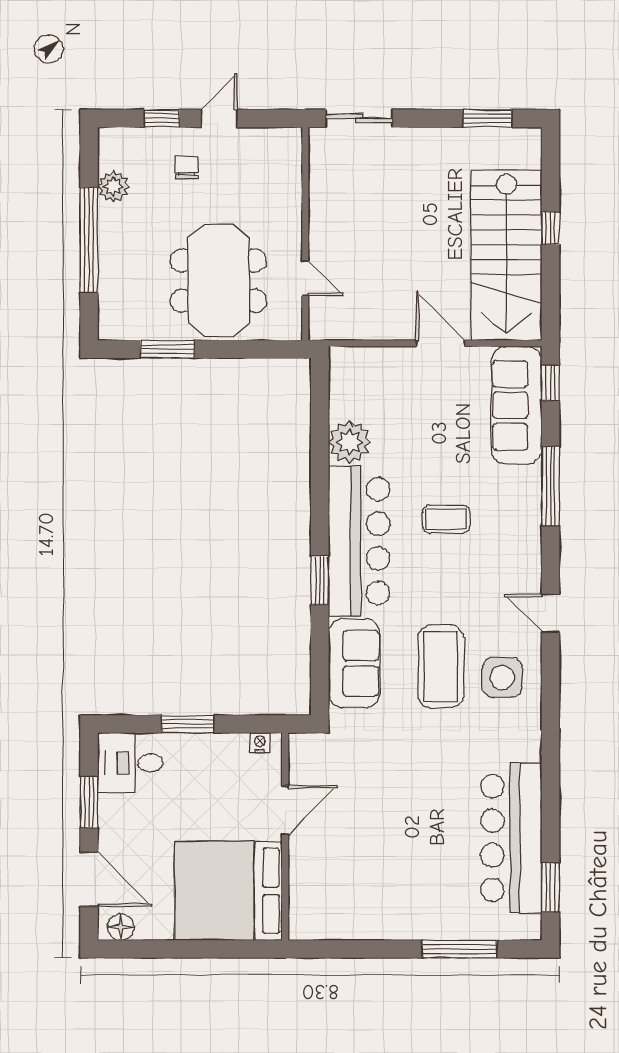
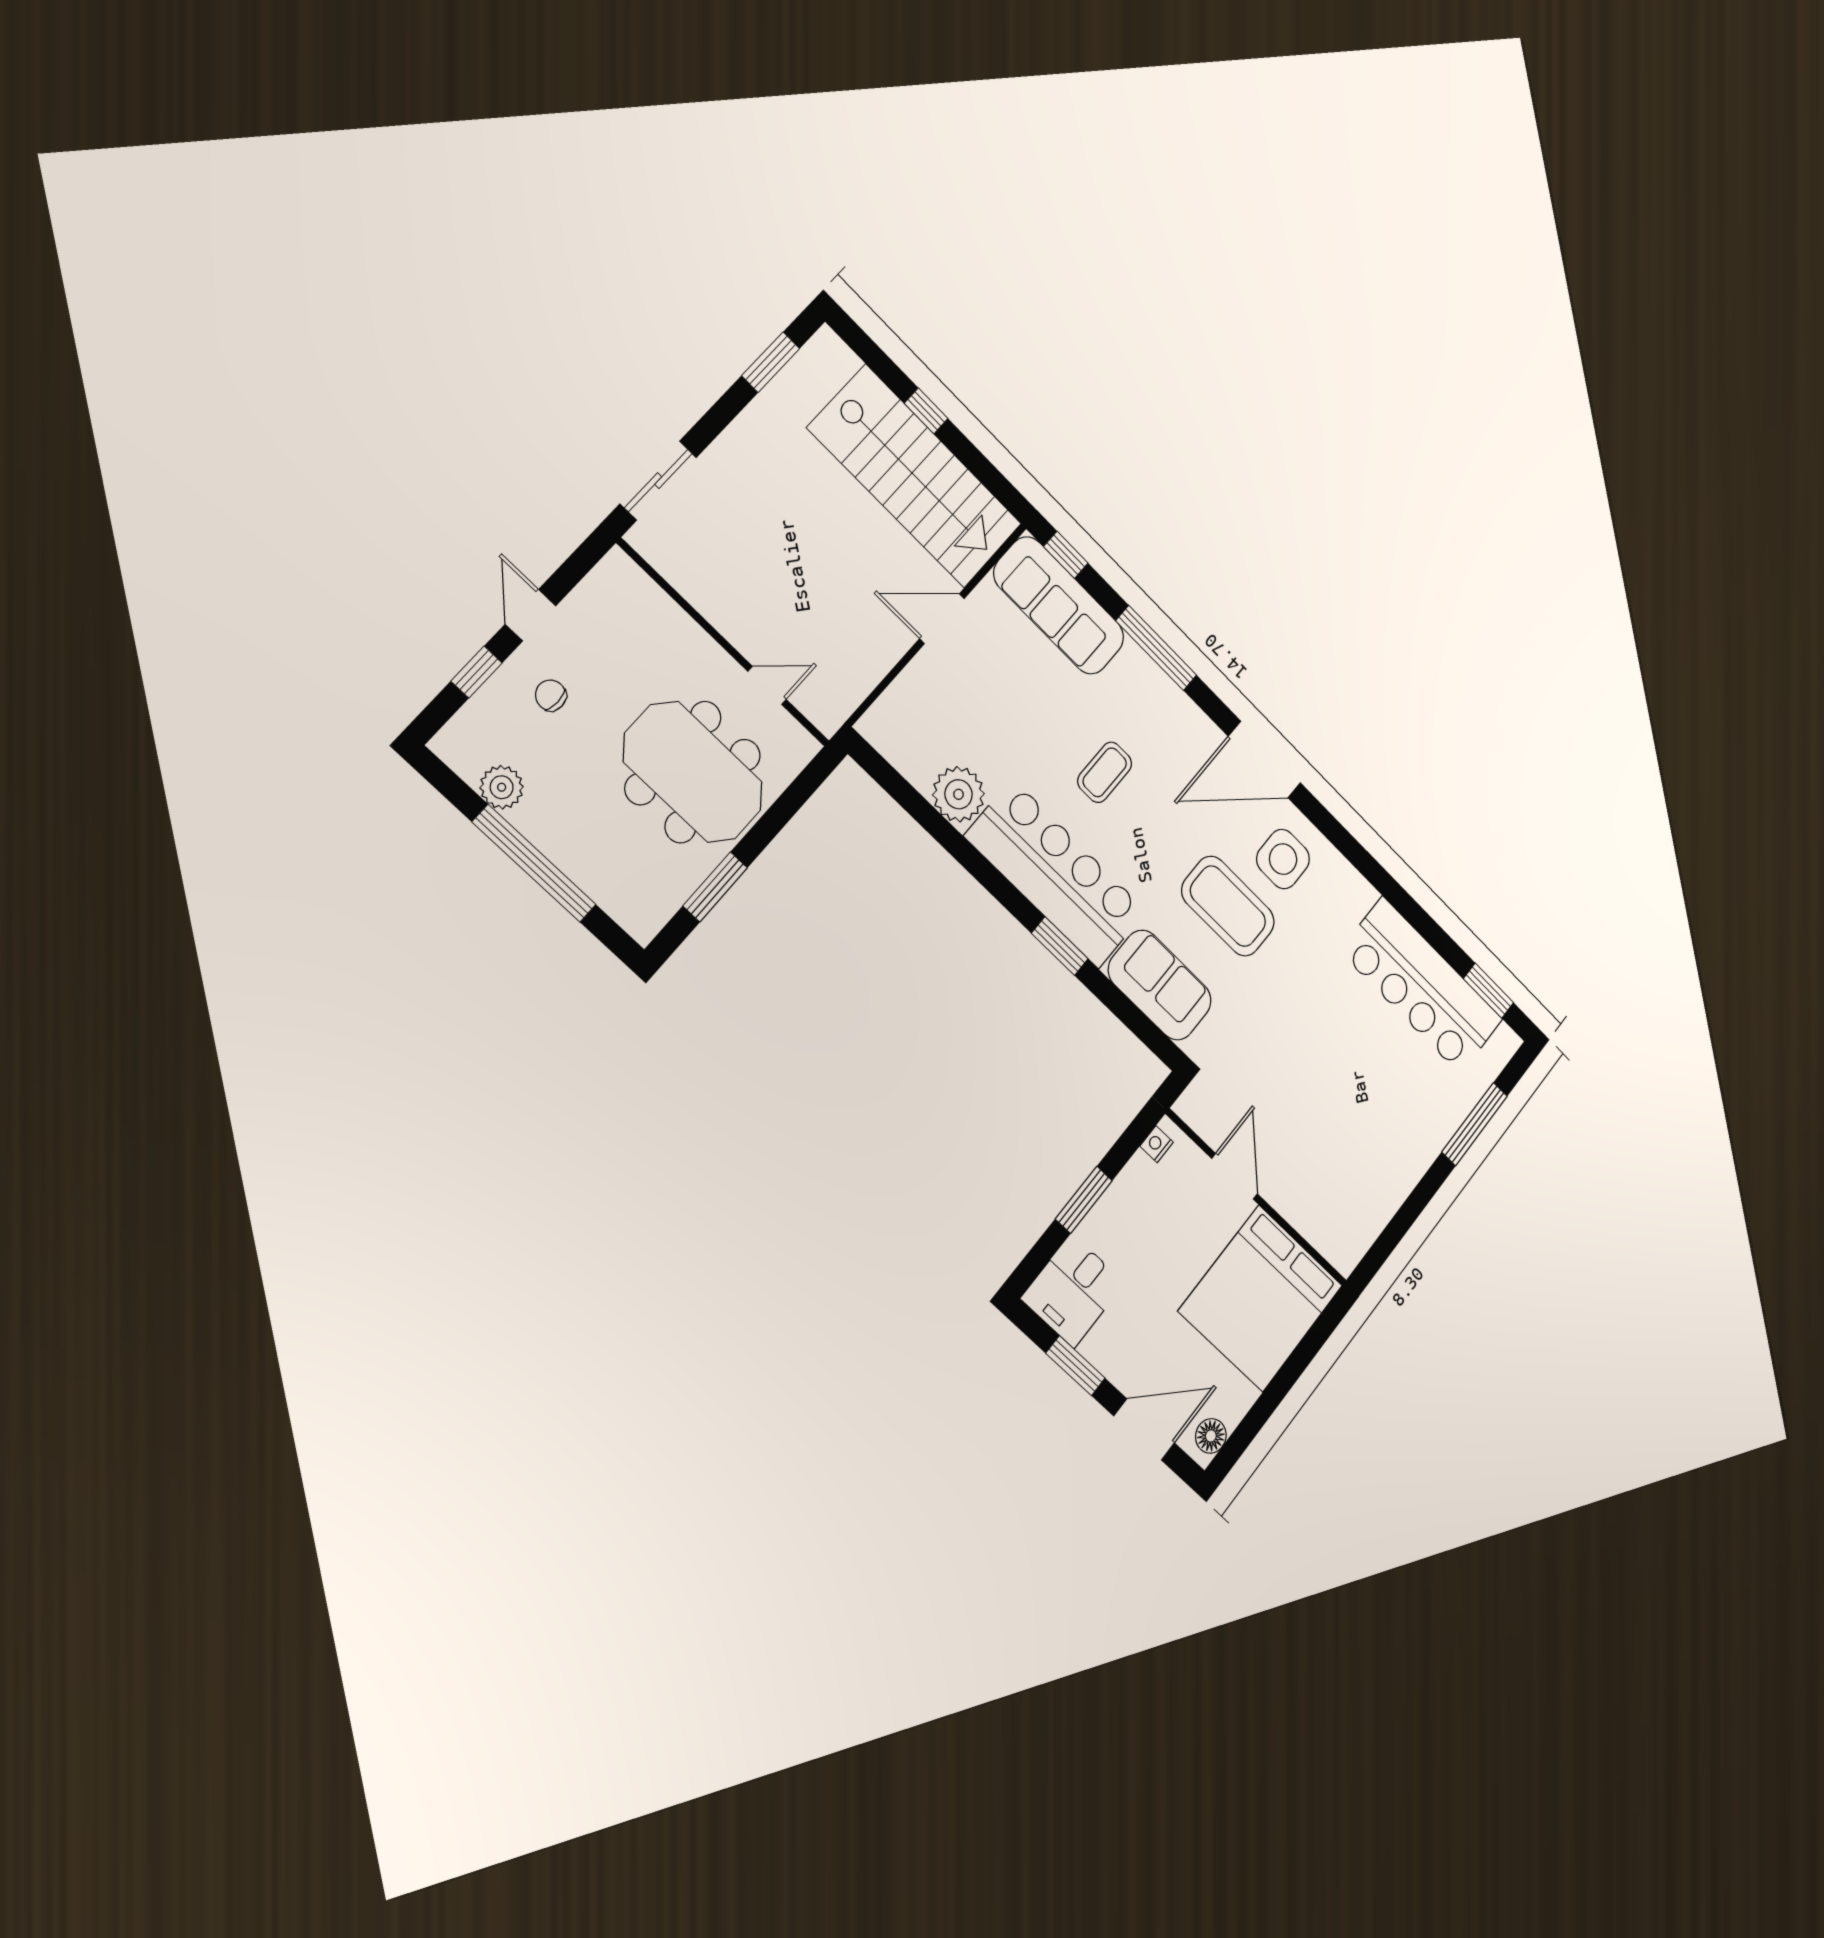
door: (550, 613) -> (1264, 760), width x1.87

